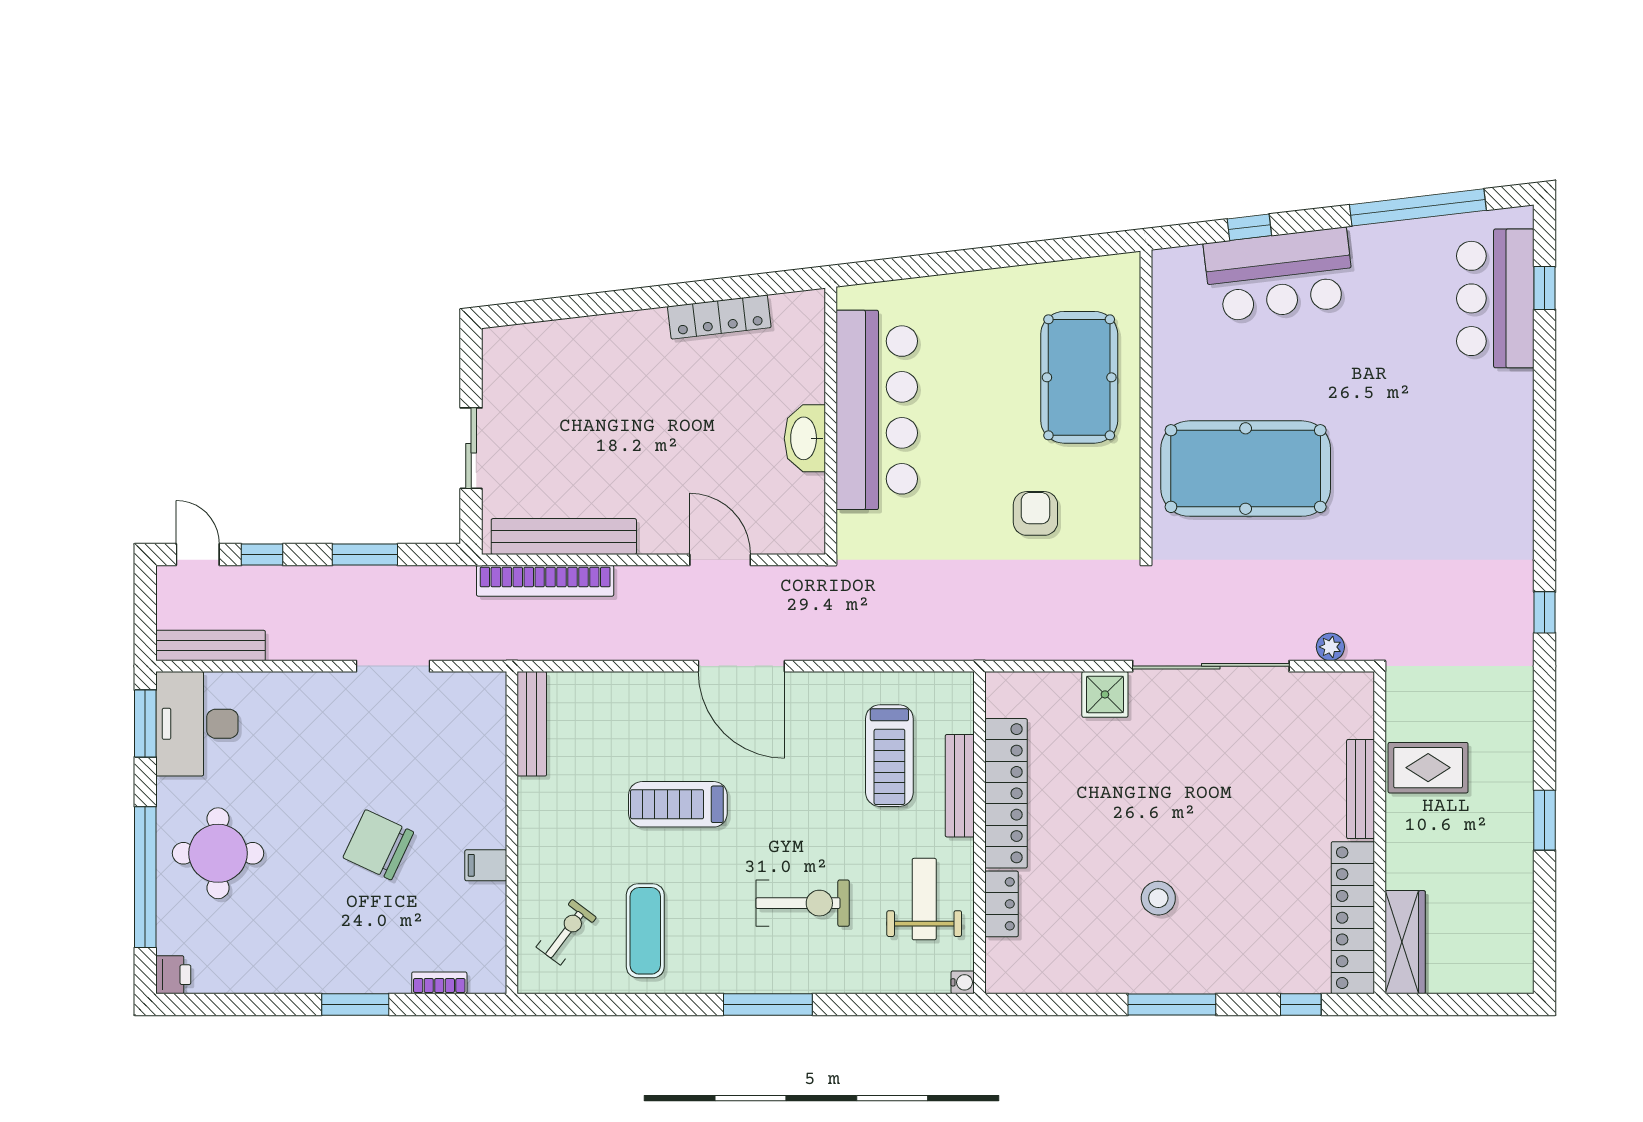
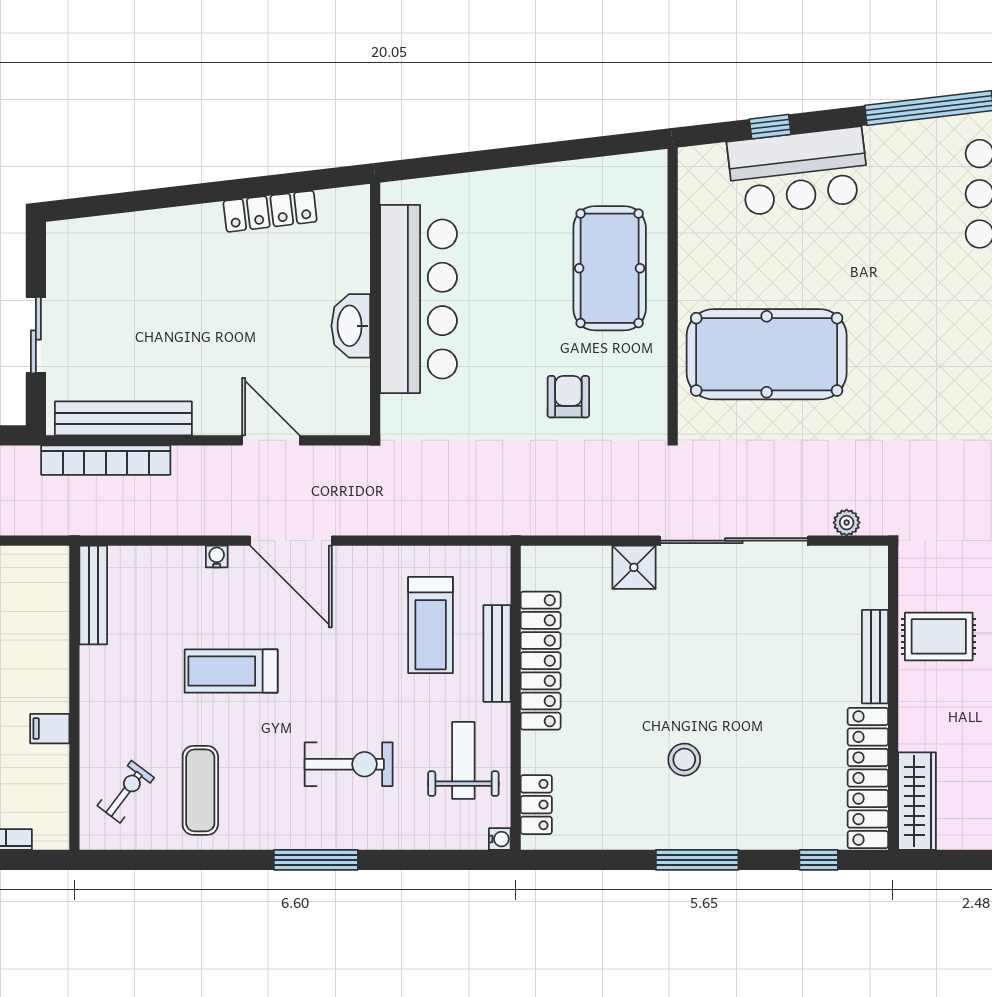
water cooler: (663, 683) -> (217, 557), added
locker: (1001, 904) -> (536, 805), moved

